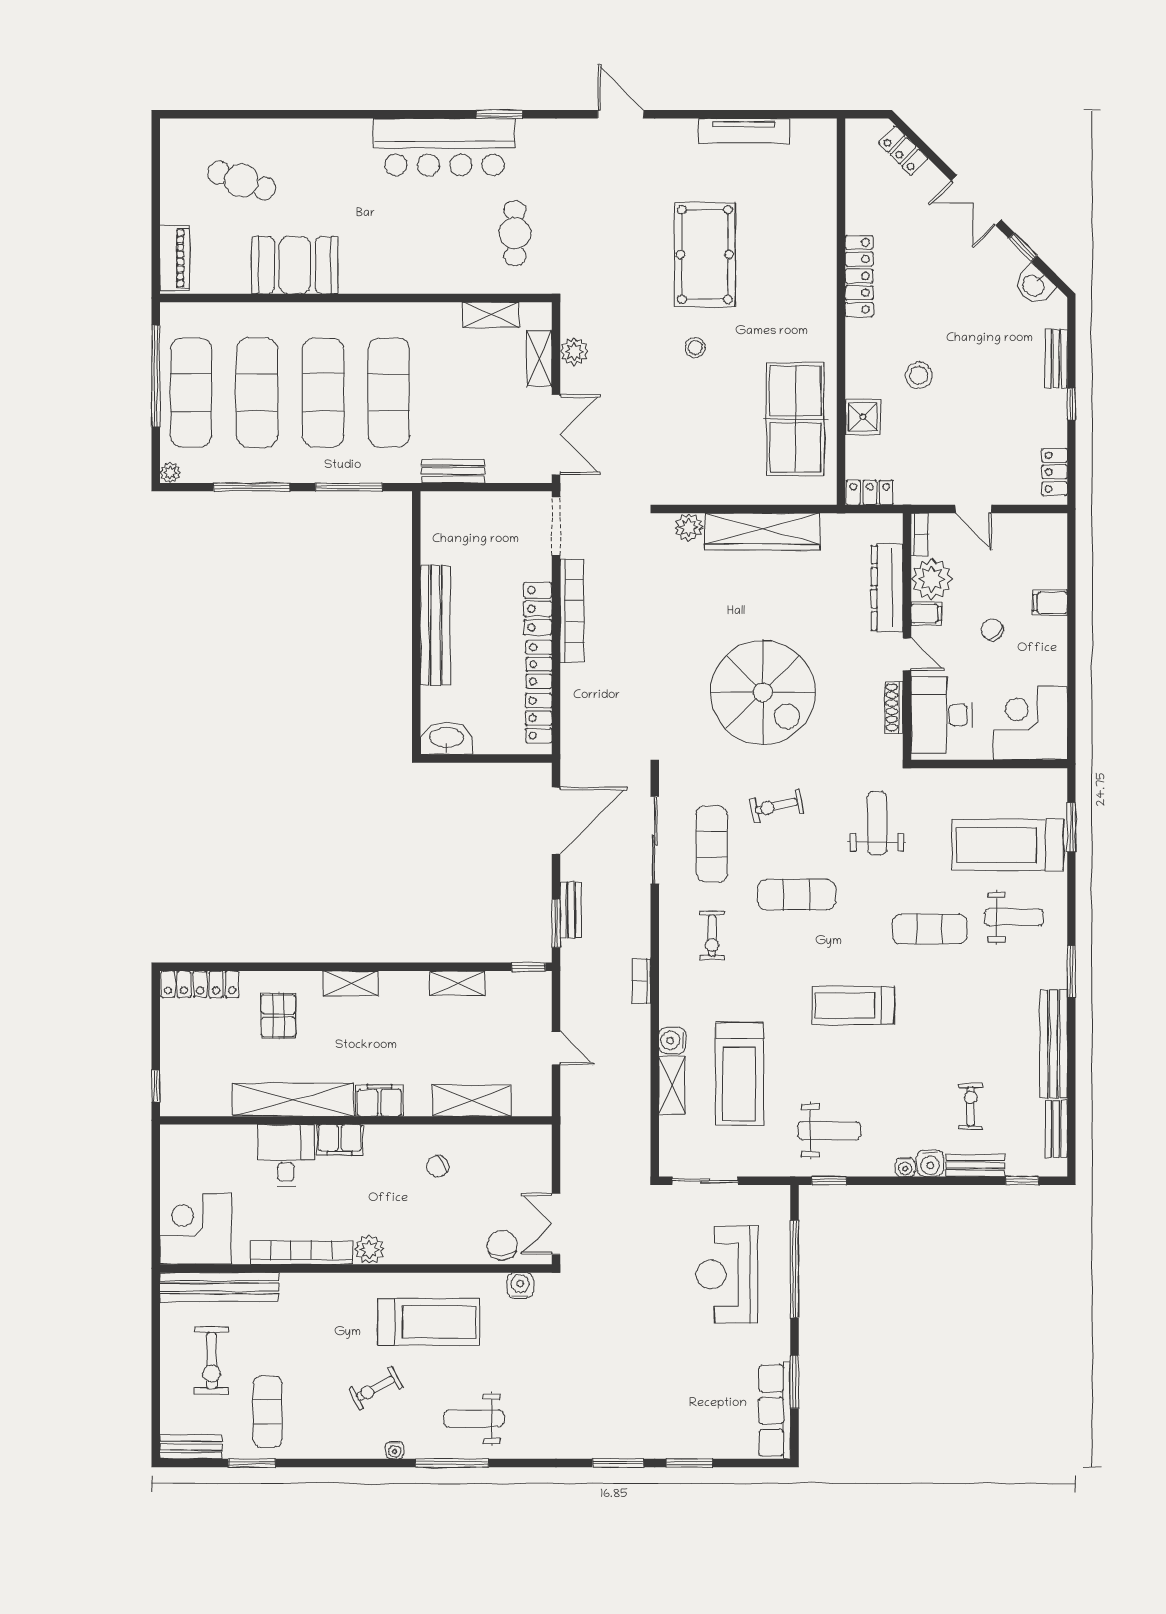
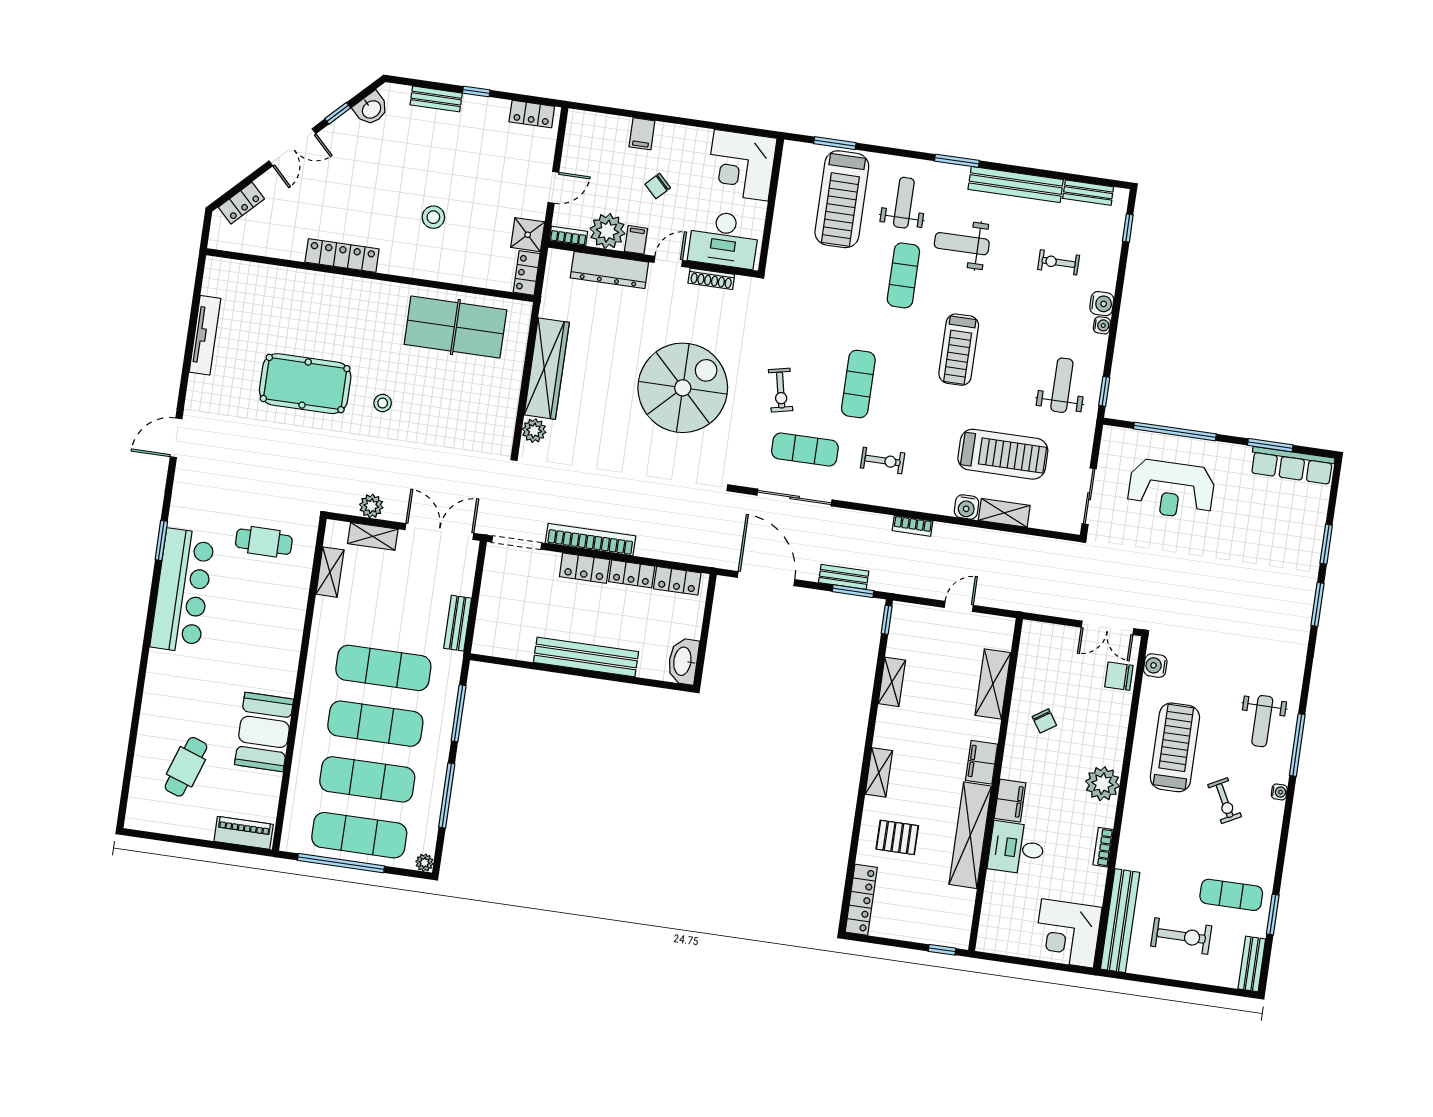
shower: (863, 417) -> (528, 235), moved
weight bench: (877, 823) -> (962, 244), moved
bench: (975, 1165) -> (1109, 266), removed
plant: (369, 1249) -> (1102, 784), width x1.36, depth x1.36
bookcase: (301, 1253) -> (1103, 847), width x0.43, depth x0.76

